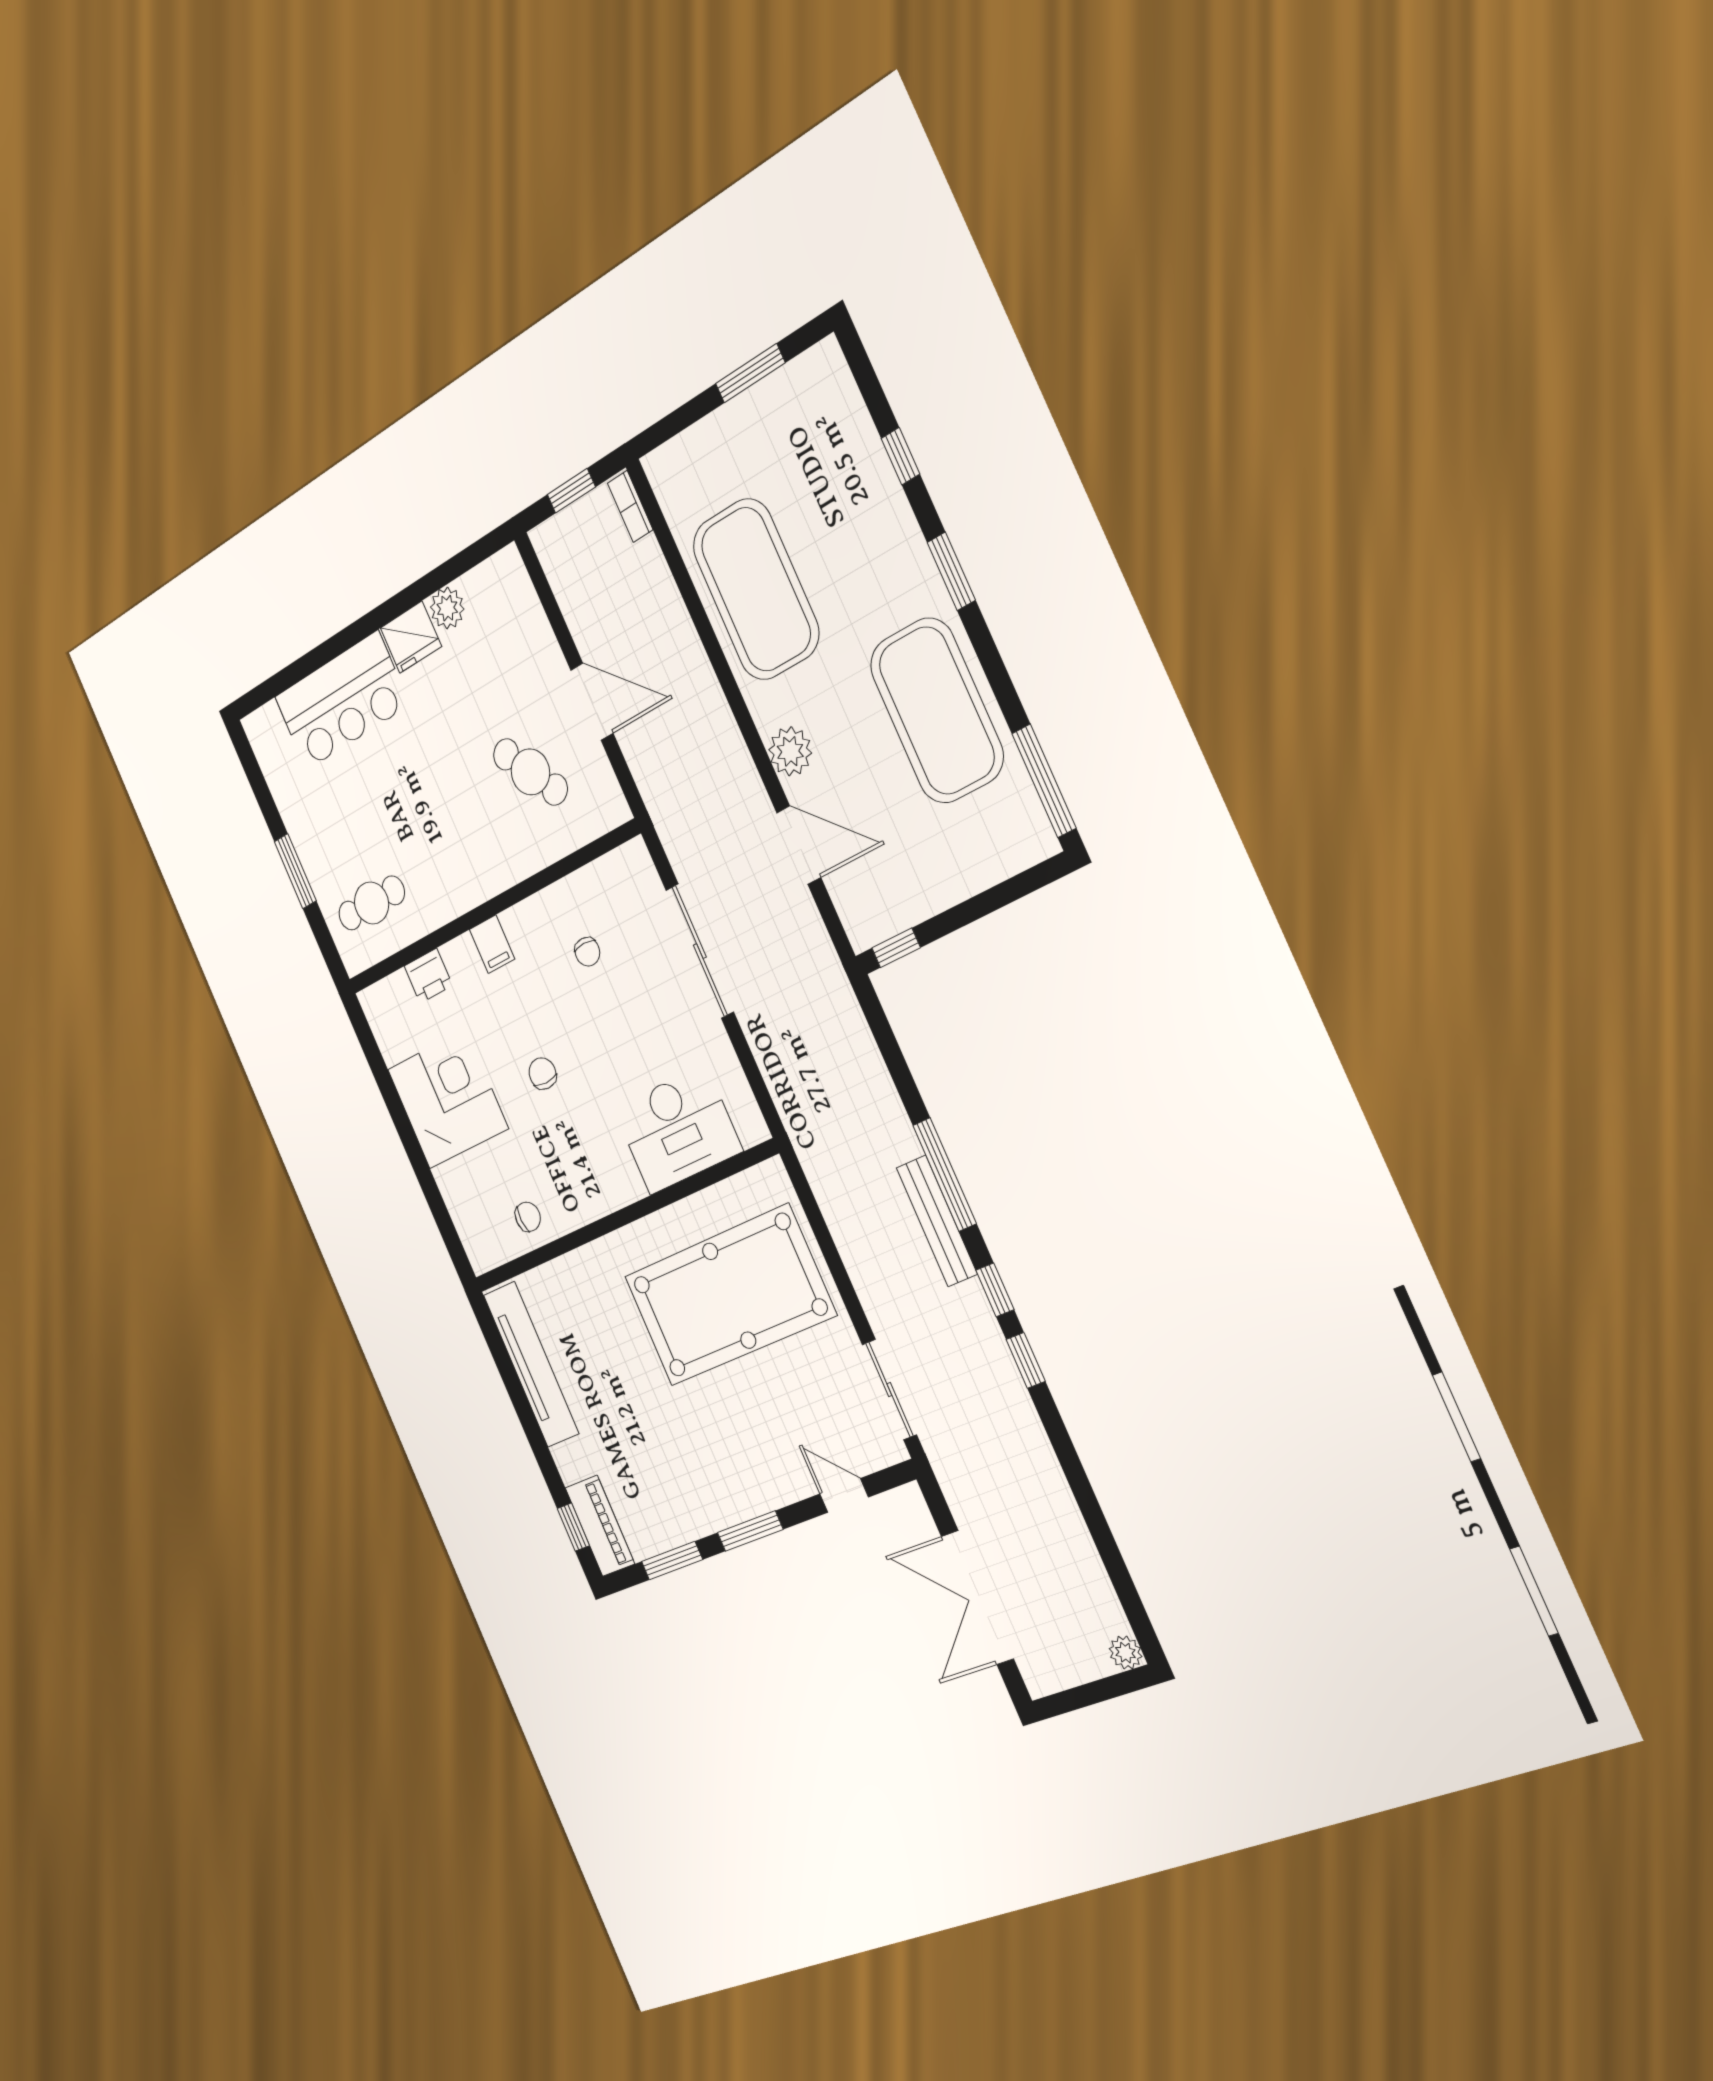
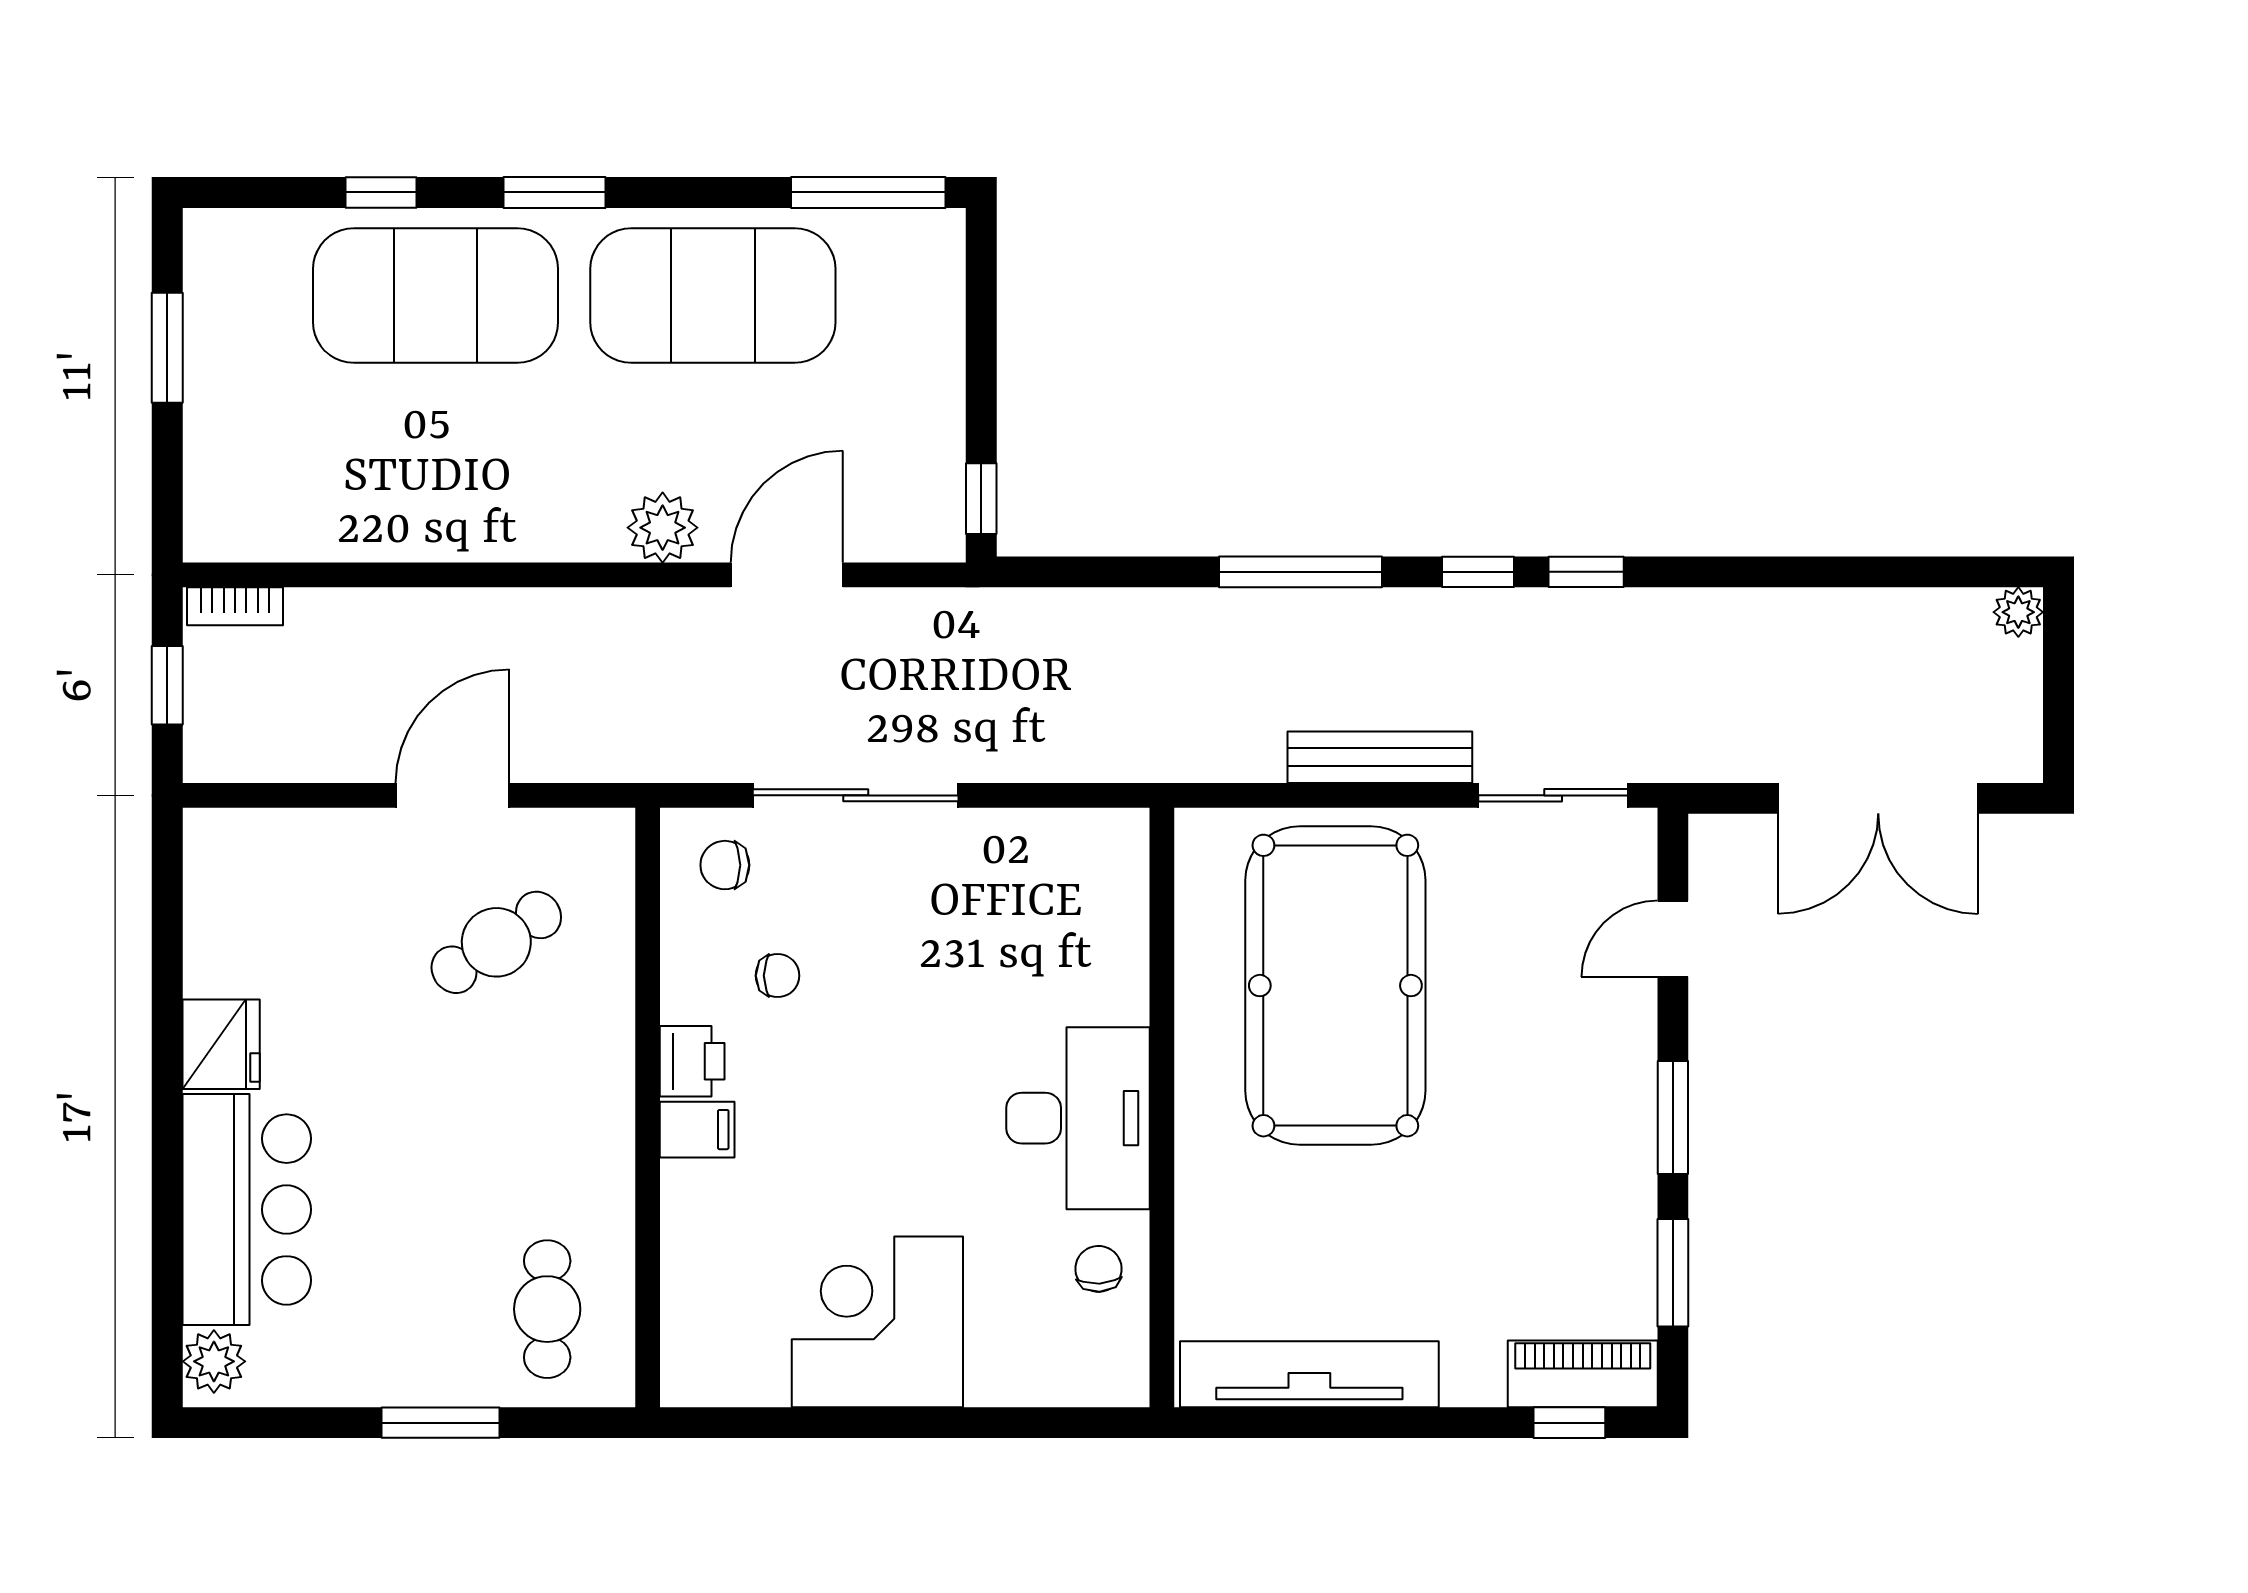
exercise mat: (756, 589) -> (436, 296), moved
plant: (447, 608) -> (214, 1361), moved
printer: (428, 976) -> (692, 1061), moved
chair: (543, 1073) -> (725, 865), moved
desk: (678, 1130) -> (1078, 1118), moved
bench: (937, 1221) -> (1380, 757), moved

